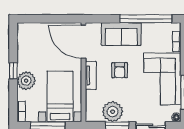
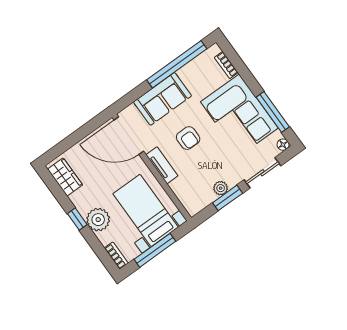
wardrobe: (25, 39) -> (65, 177), added
plant: (113, 112) -> (221, 188), width x0.53, depth x0.53

